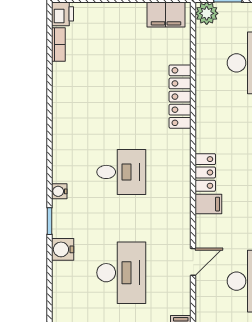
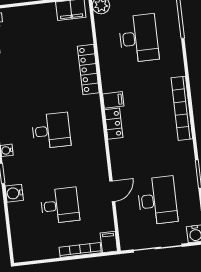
filing cabinet: (208, 204) -> (113, 100), moved
desk: (121, 273) -> (60, 205), width x0.73

